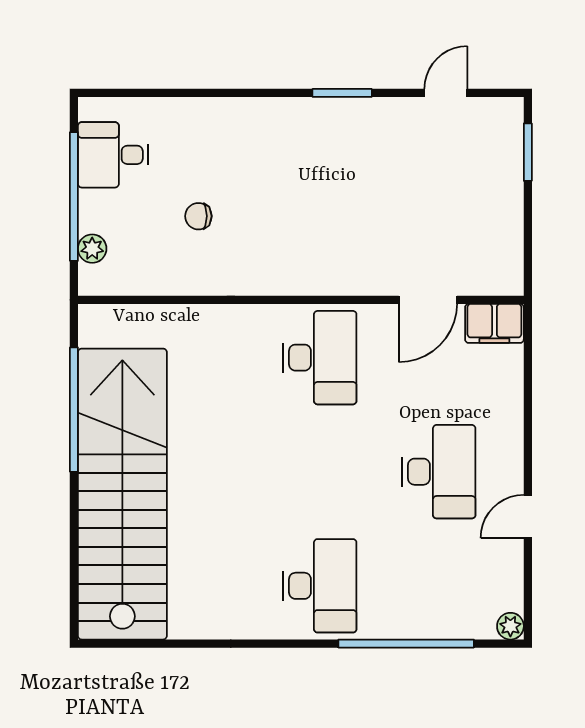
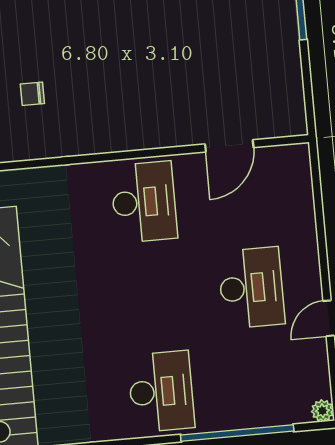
filing cabinet: (494, 323) -> (286, 160), removed

